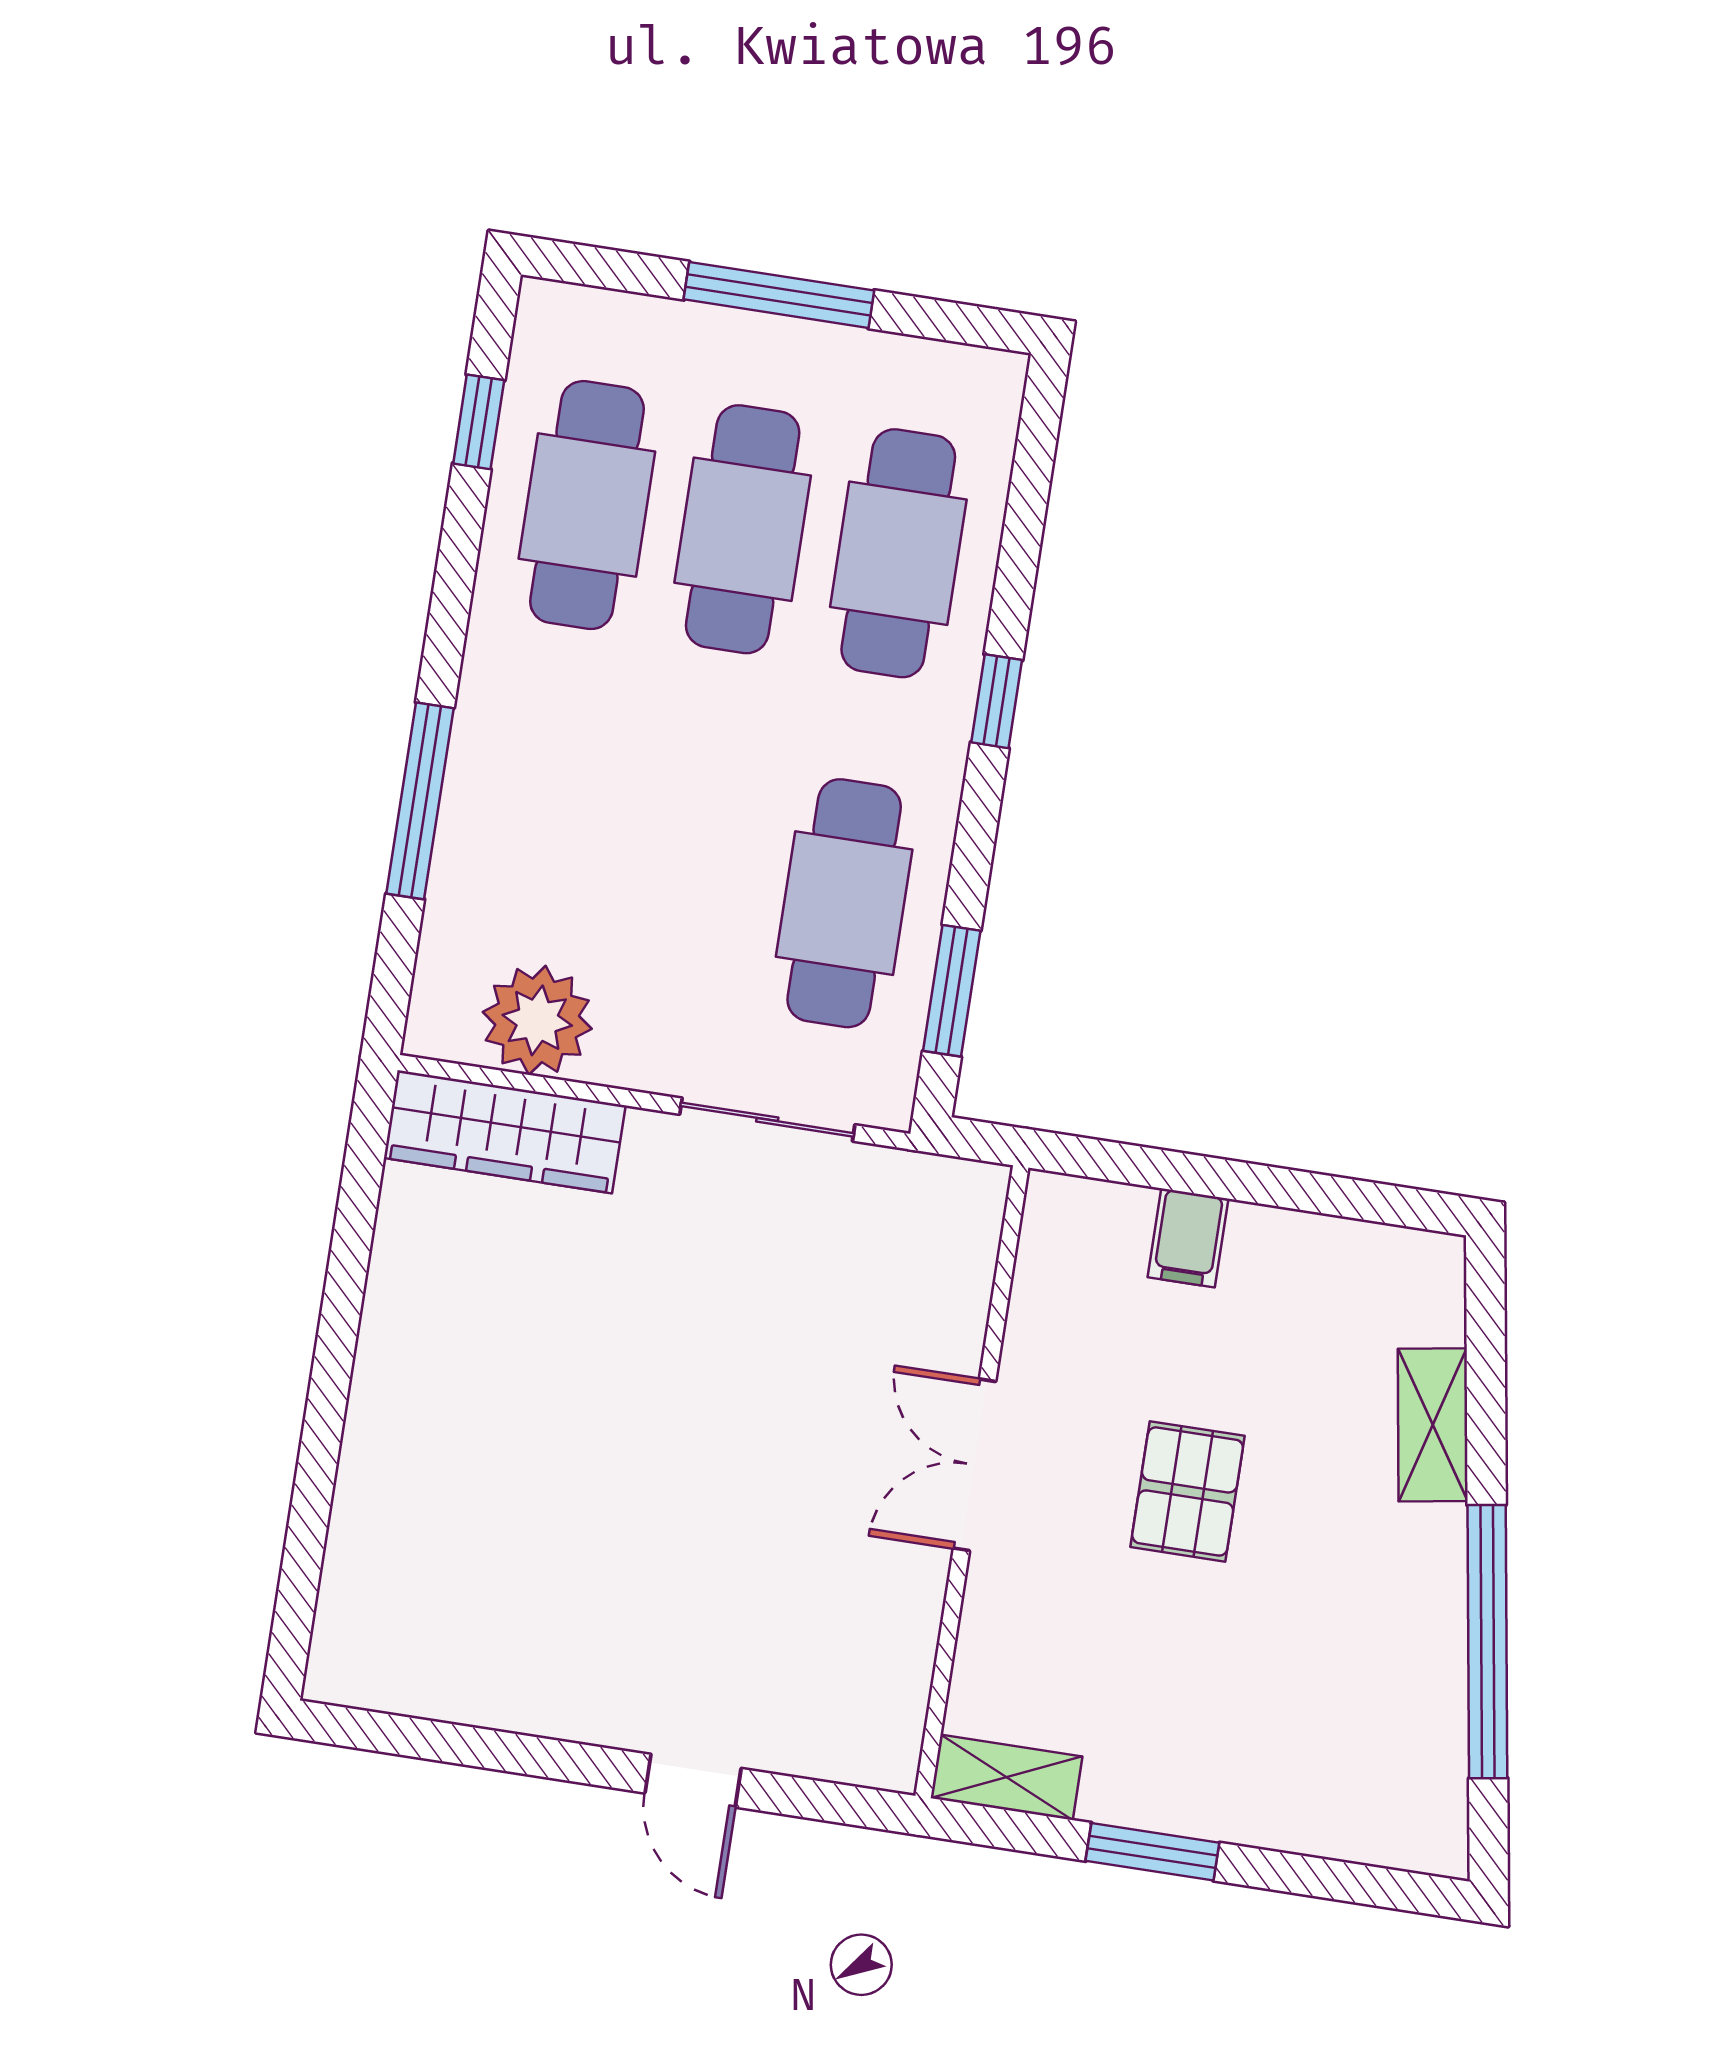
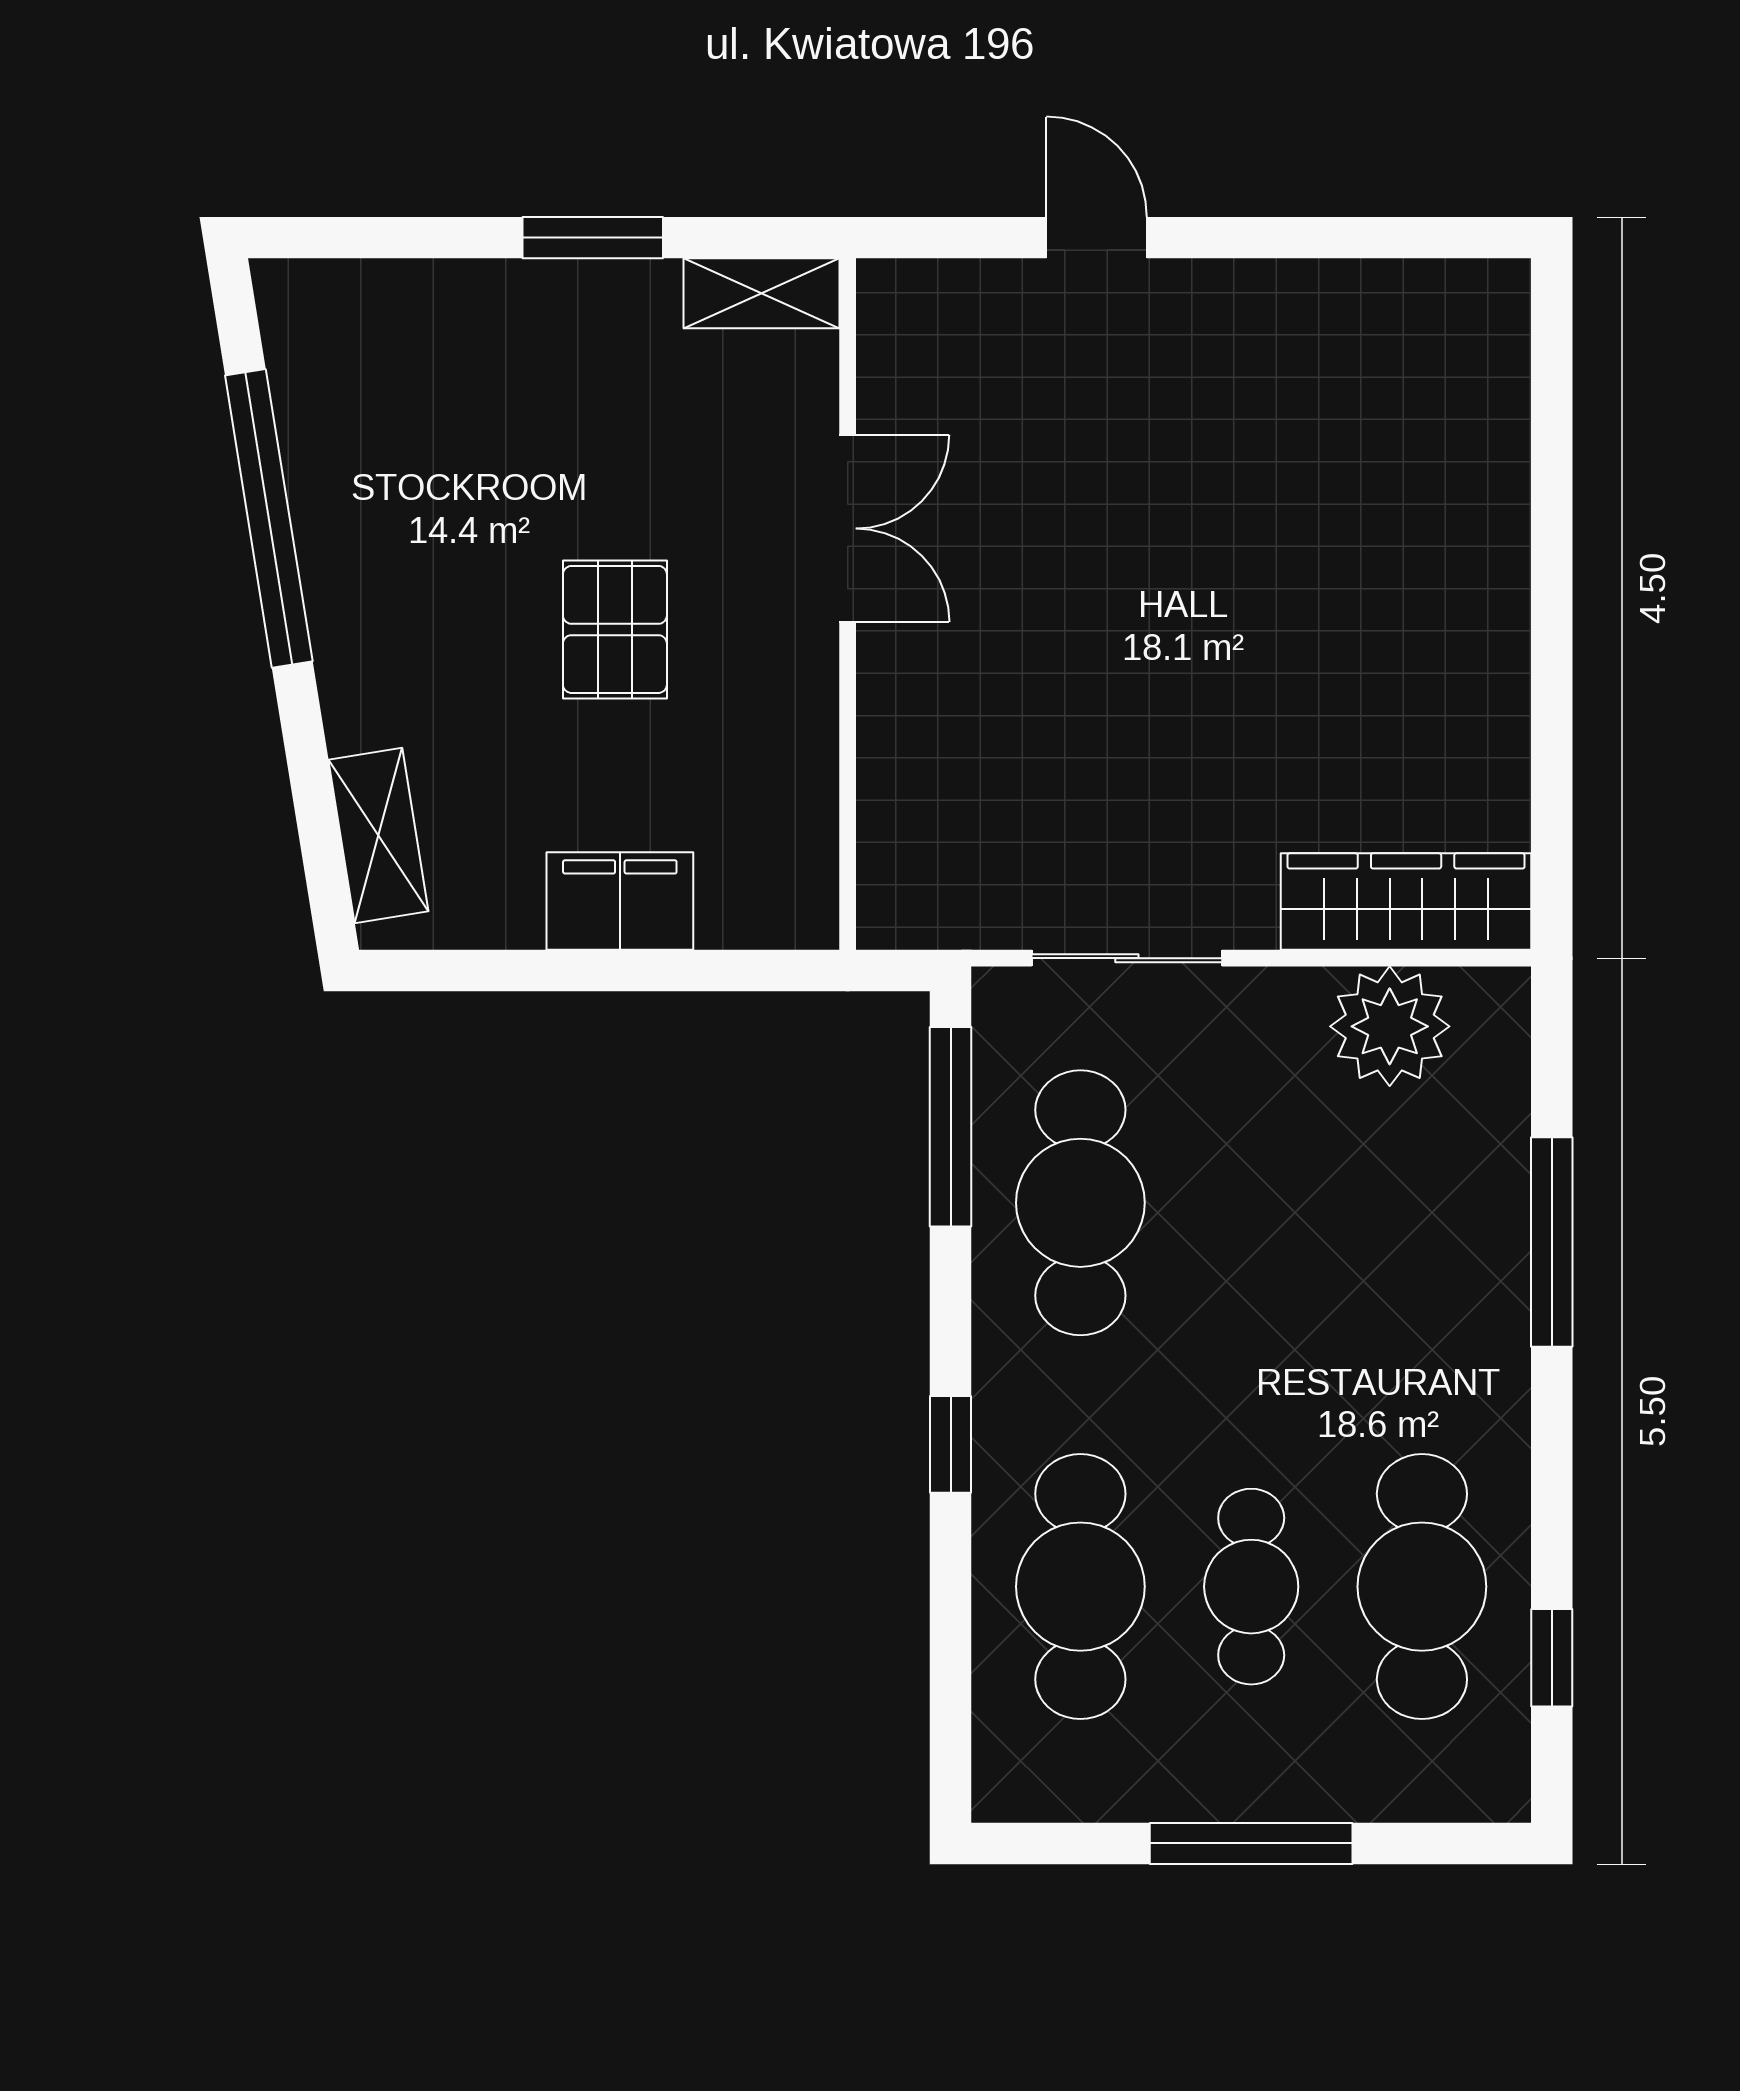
cafe table: (743, 529) -> (1251, 1587), width x0.73, depth x0.74
window: (952, 991) -> (951, 1127), width x1.44
filing cabinet: (1188, 1238) -> (620, 901), width x2.00
shelving: (1433, 1425) -> (378, 836), moved
double door: (974, 1465) -> (848, 528), moved

